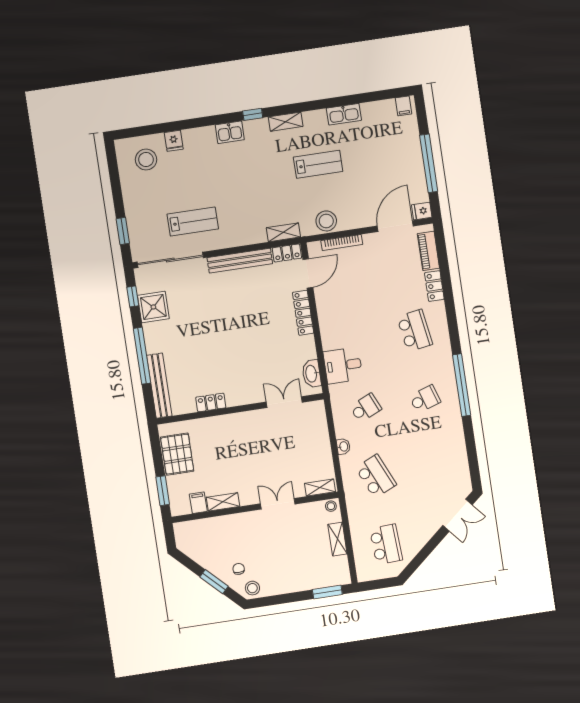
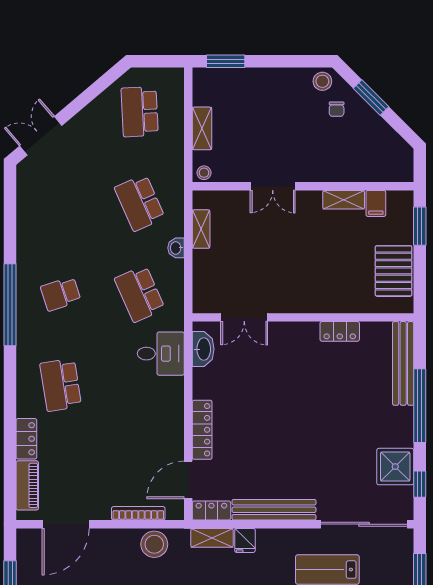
fridge: (422, 211) -> (245, 540), moved, turned 90
school desk: (366, 408) -> (140, 294), width x1.85
shelving: (320, 488) -> (201, 229), moved, turned 90

